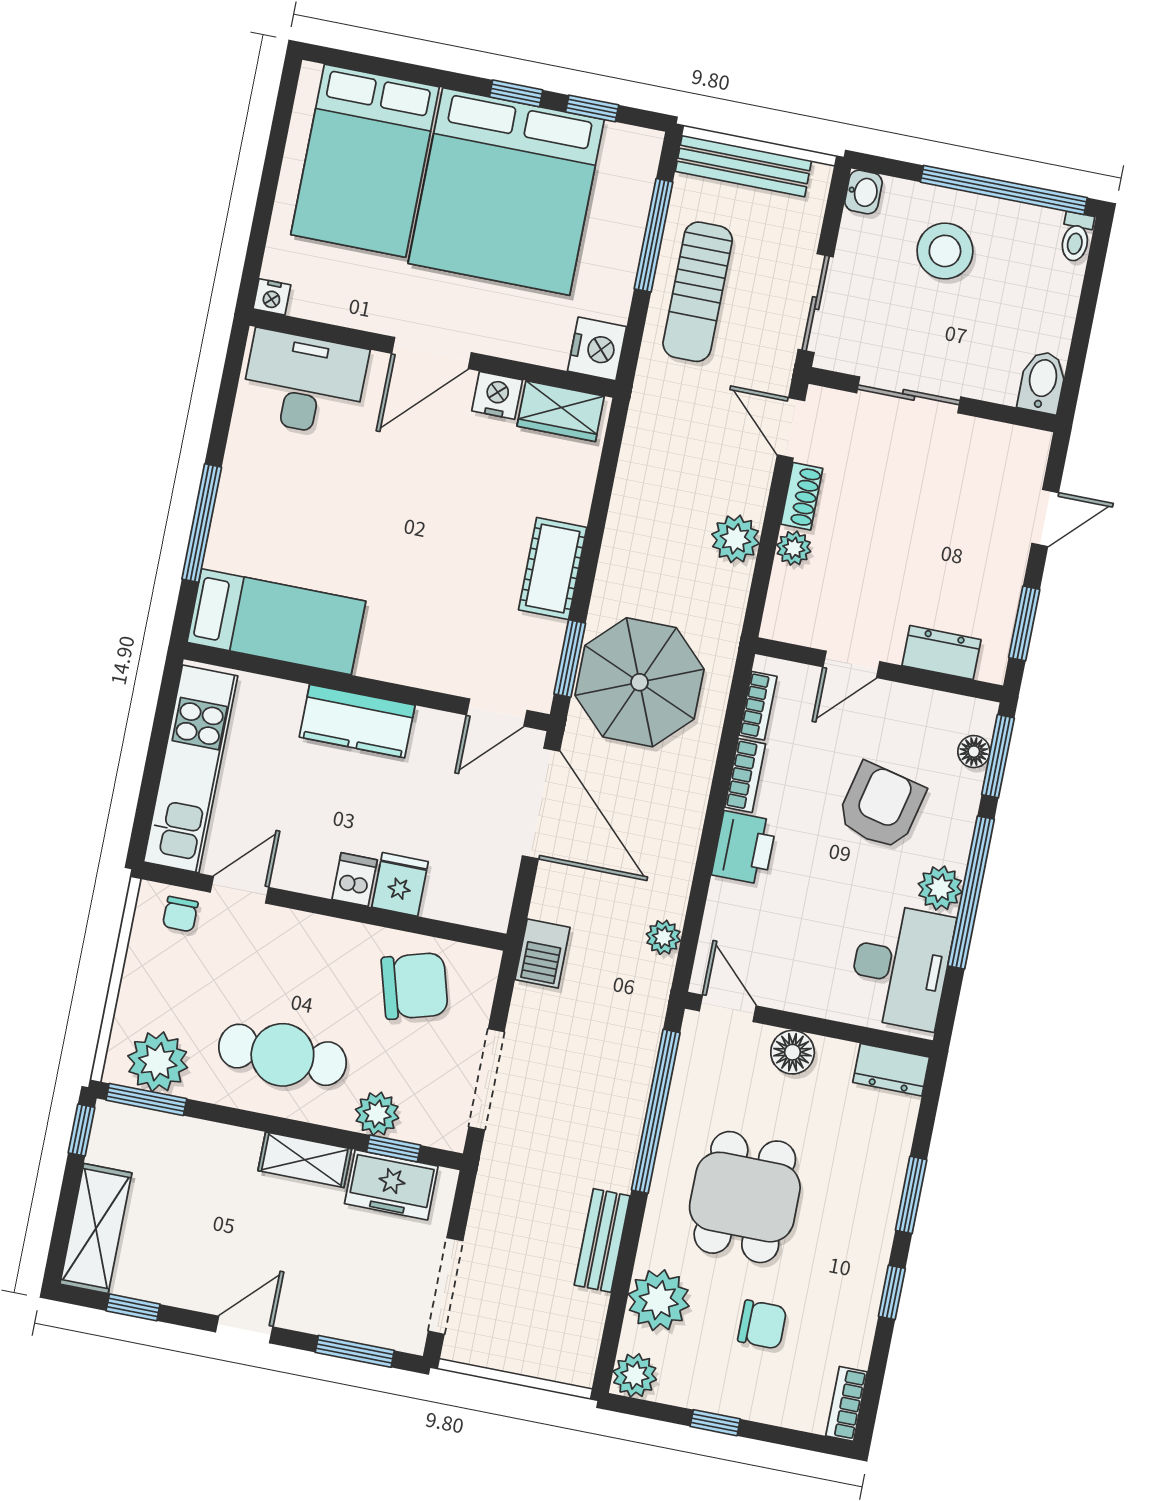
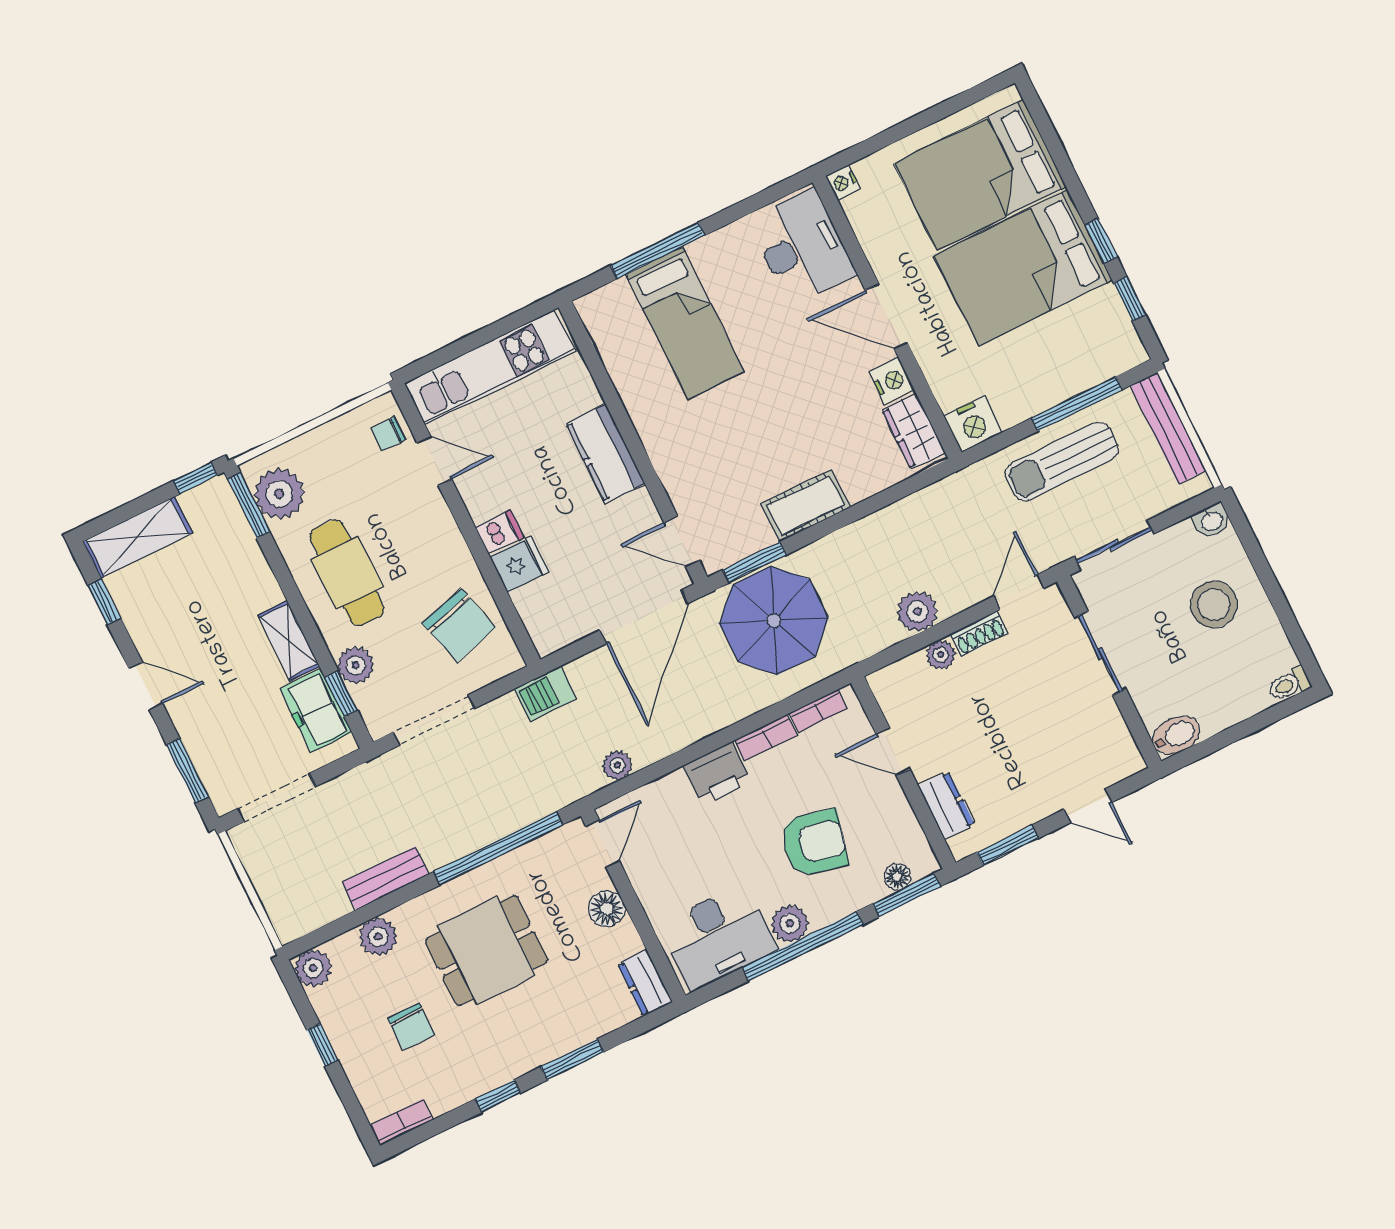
window: (1004, 190) -> (1284, 613), removed
bed: (506, 192) -> (1023, 268), width x0.73
bed: (276, 622) -> (685, 323), moved
plant: (659, 1300) -> (378, 936), width x0.73, depth x0.73

